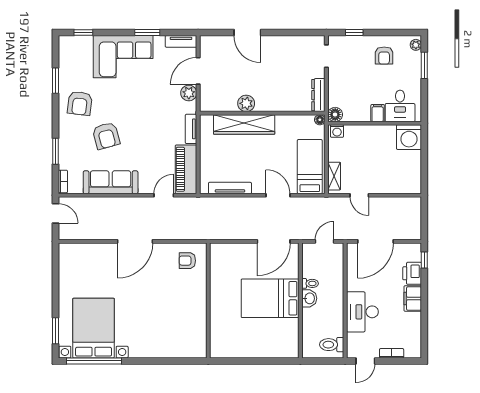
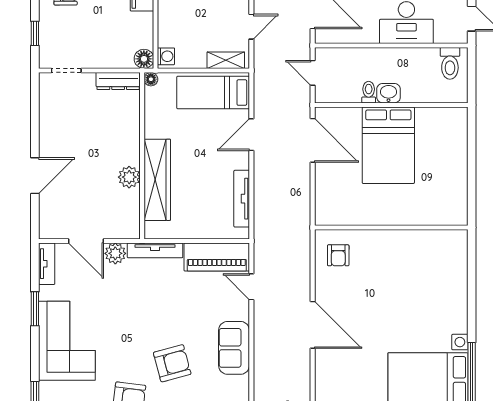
tv unit: (191, 129) -> (155, 250), width x1.41
sofa: (111, 182) -> (234, 348), width x0.73

